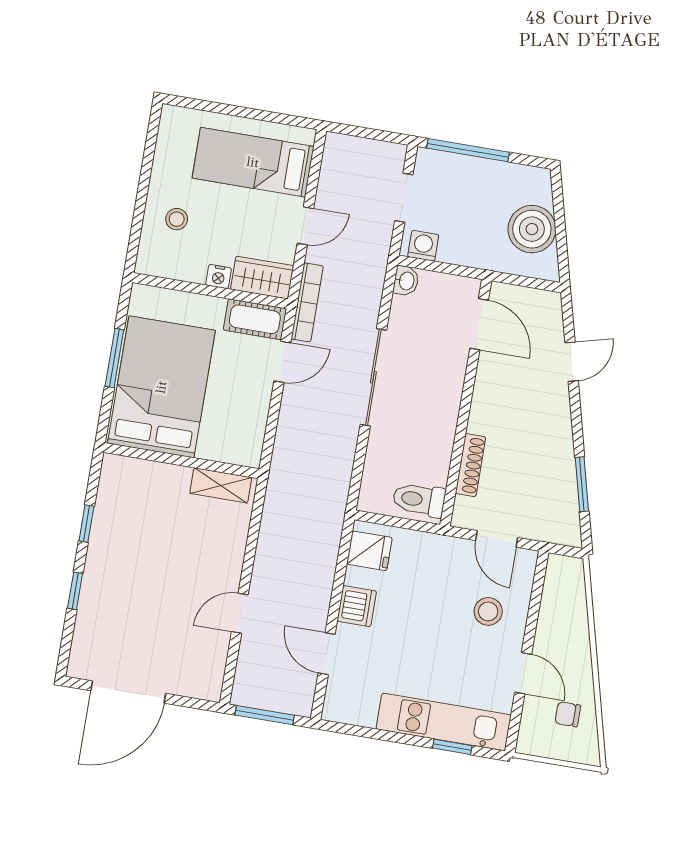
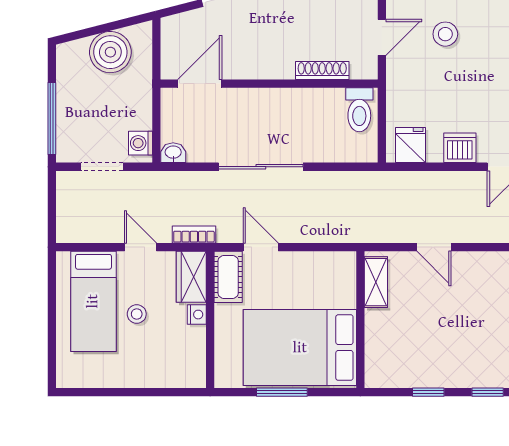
stool: (177, 219) -> (137, 314), moved
bookcase: (307, 302) -> (194, 235), width x0.64
door: (240, 613) -> (434, 247), moved

